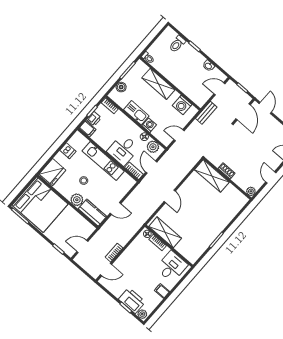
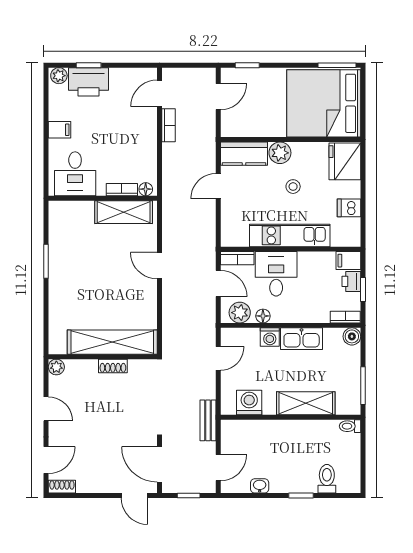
boiler: (121, 87) -> (352, 336), moved
shelving: (212, 176) -> (112, 342), width x1.47

